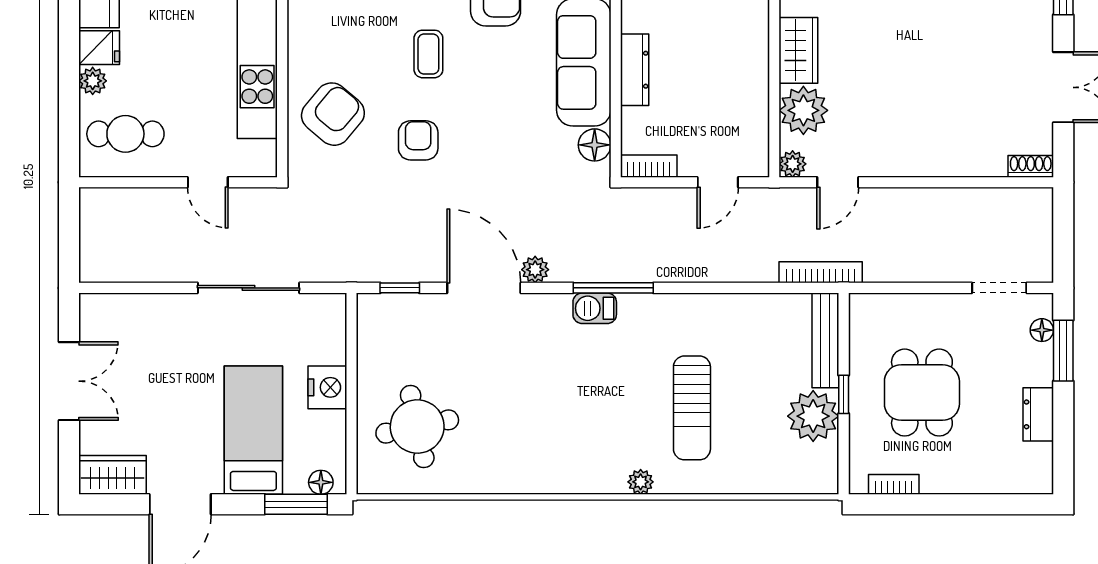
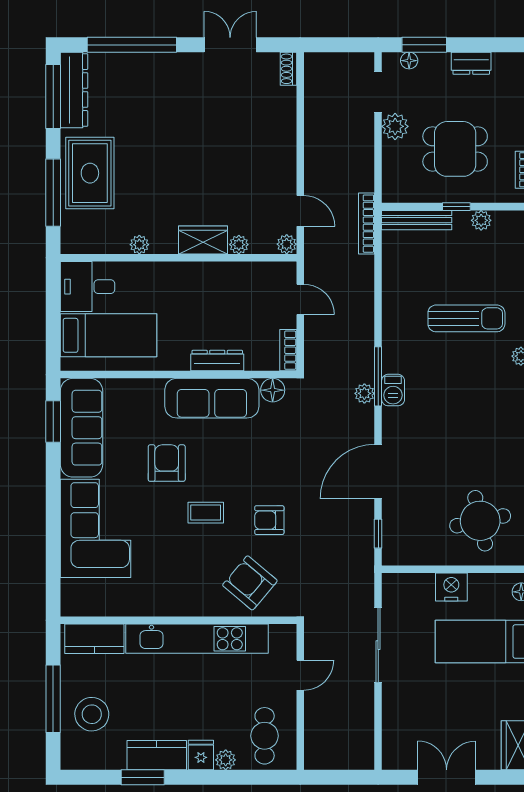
plant: (803, 110) -> (239, 245), width x0.53, depth x0.53
plant: (535, 270) -> (364, 393), moved
plant: (952, 311) -> (395, 126), added
plant: (813, 416) -> (481, 220), width x0.53, depth x0.53

